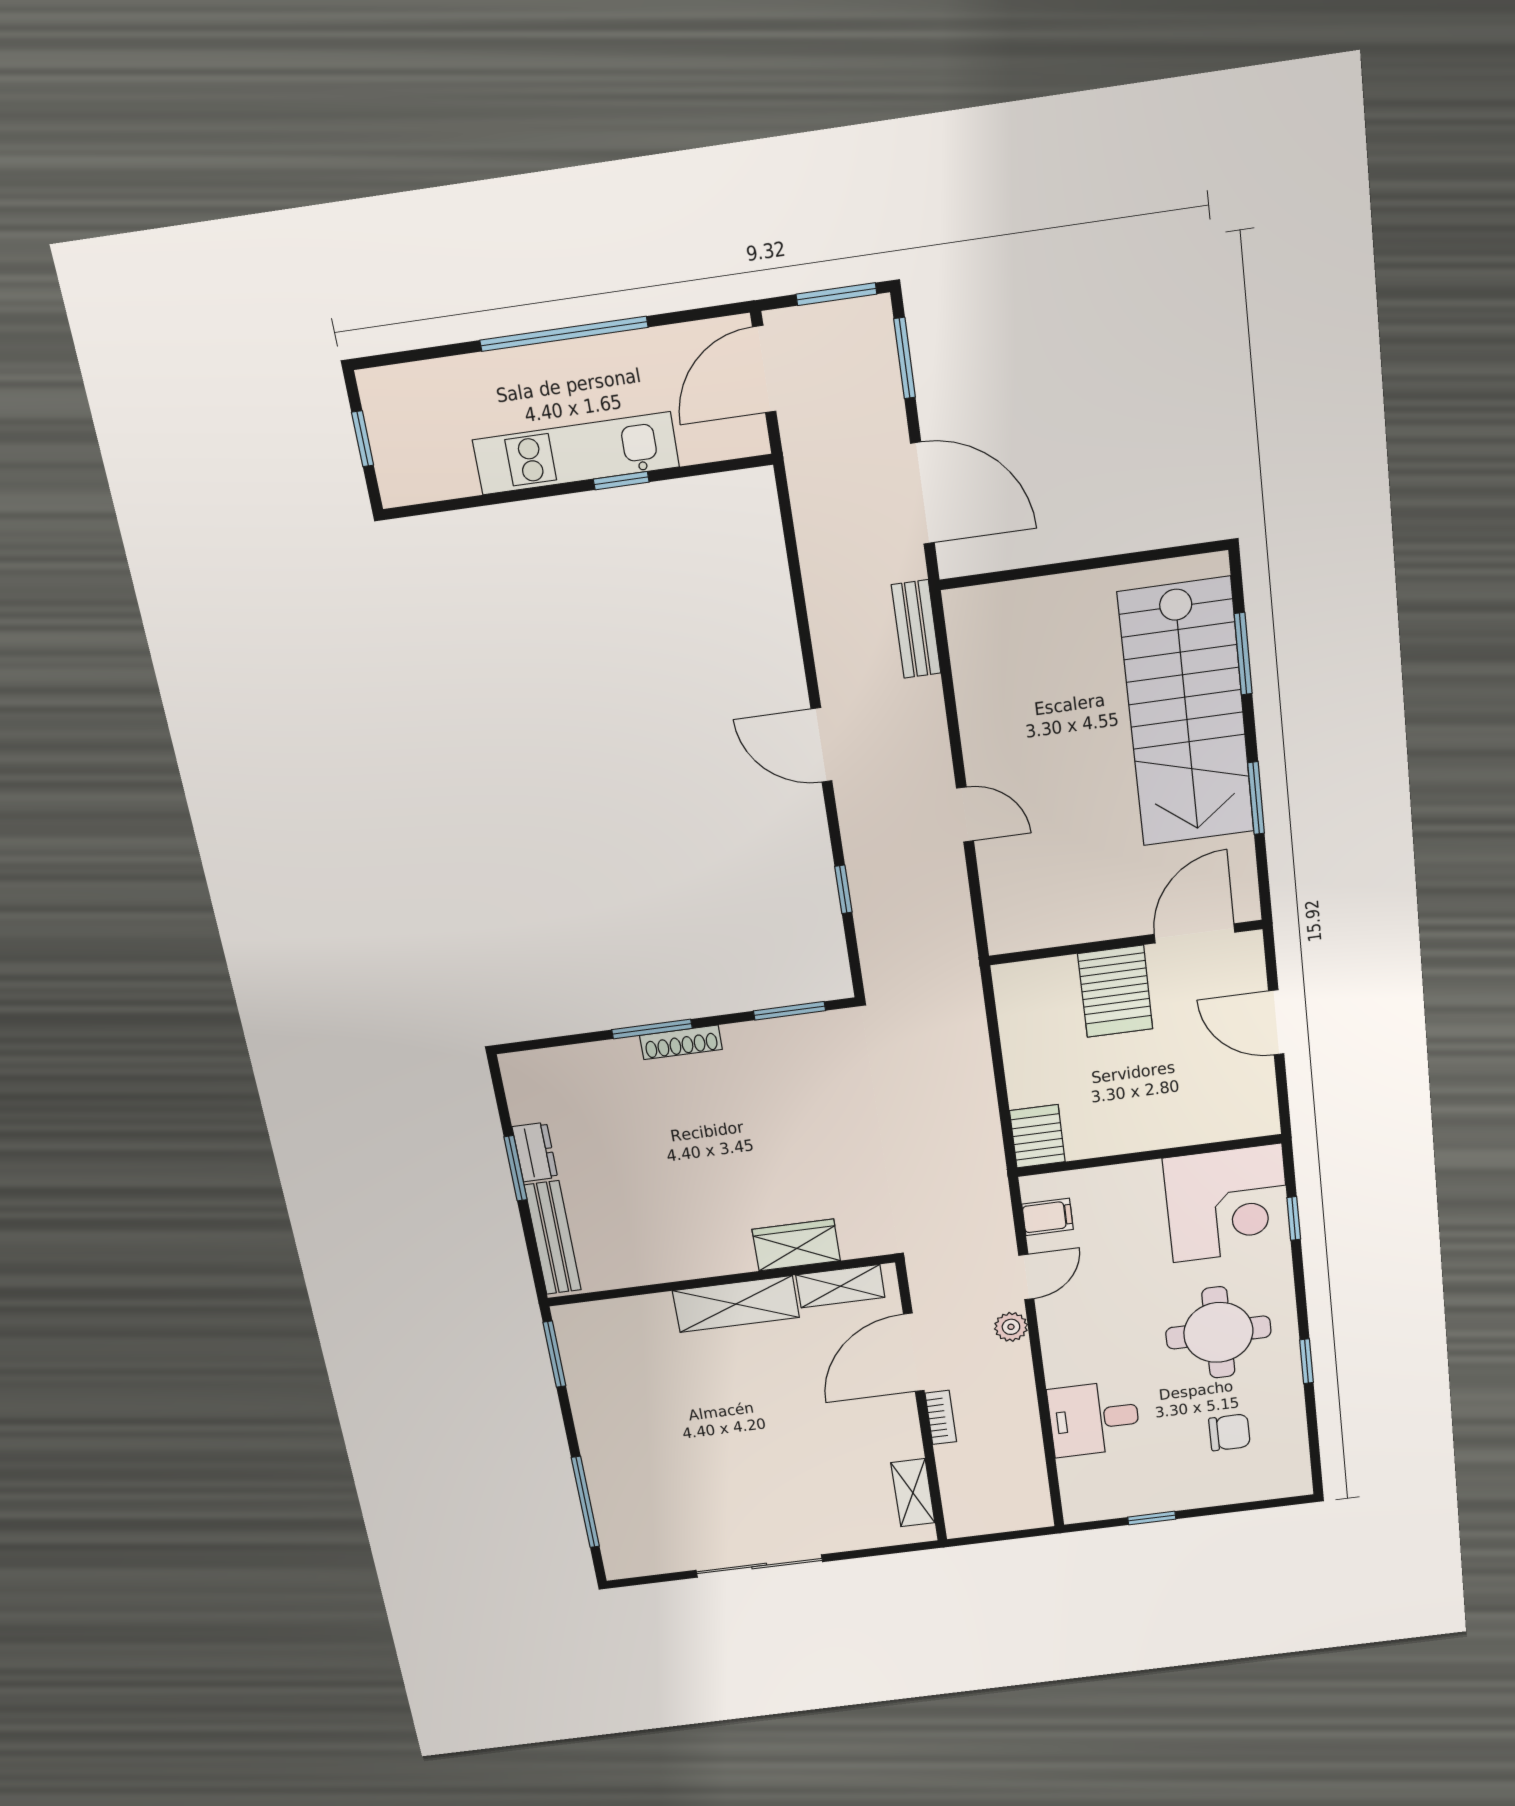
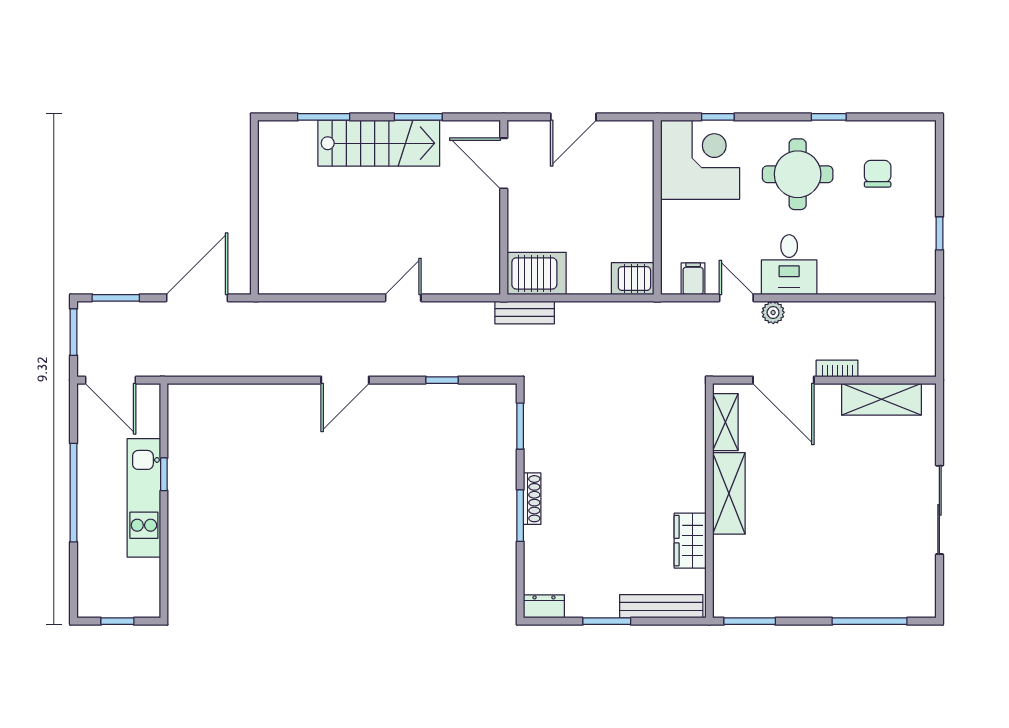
bench: (916, 629) -> (525, 312), moved
stairs: (1186, 713) -> (379, 143), width x0.73, depth x0.66
server rack: (1115, 991) -> (537, 273), moved
dresser: (535, 1152) -> (544, 606), moved
wardrobe: (796, 1245) -> (690, 541), moved
desk: (1094, 1419) -> (789, 265), moved
shelving: (913, 1493) -> (881, 399), width x1.50, depth x1.33

